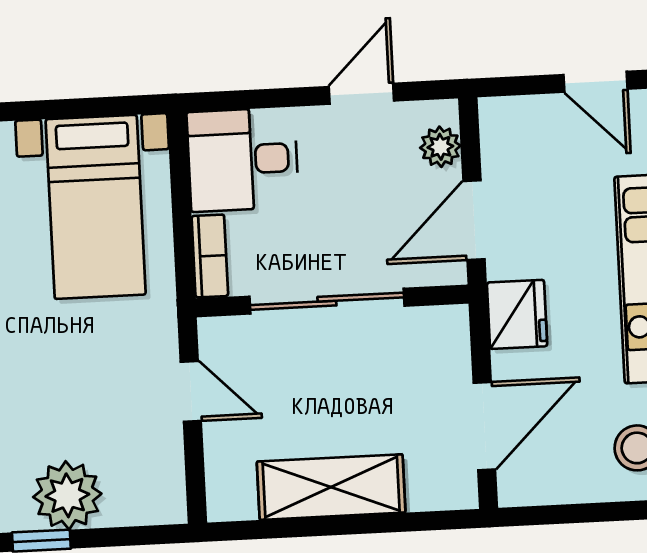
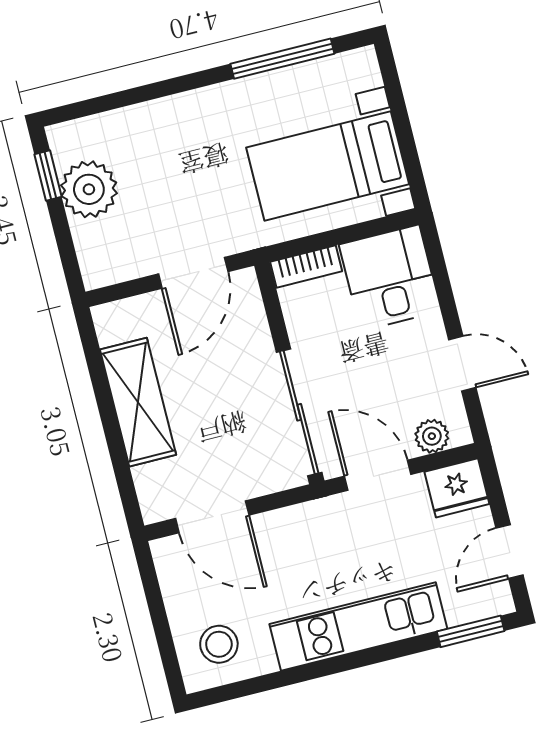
sliding door: (327, 301) -> (299, 412), moved
fridge: (517, 314) -> (457, 488), moved
door: (191, 391) -> (193, 273), width x1.38

